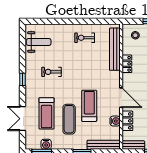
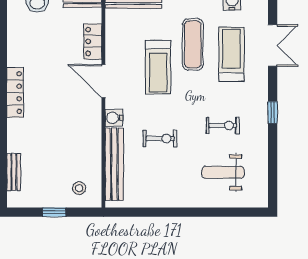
exercise bike: (85, 38) -> (160, 139), moved
weight bench: (39, 42) -> (223, 172), moved
locker: (127, 64) -> (94, 139), removed
water cooler: (115, 121) -> (114, 118), moved

